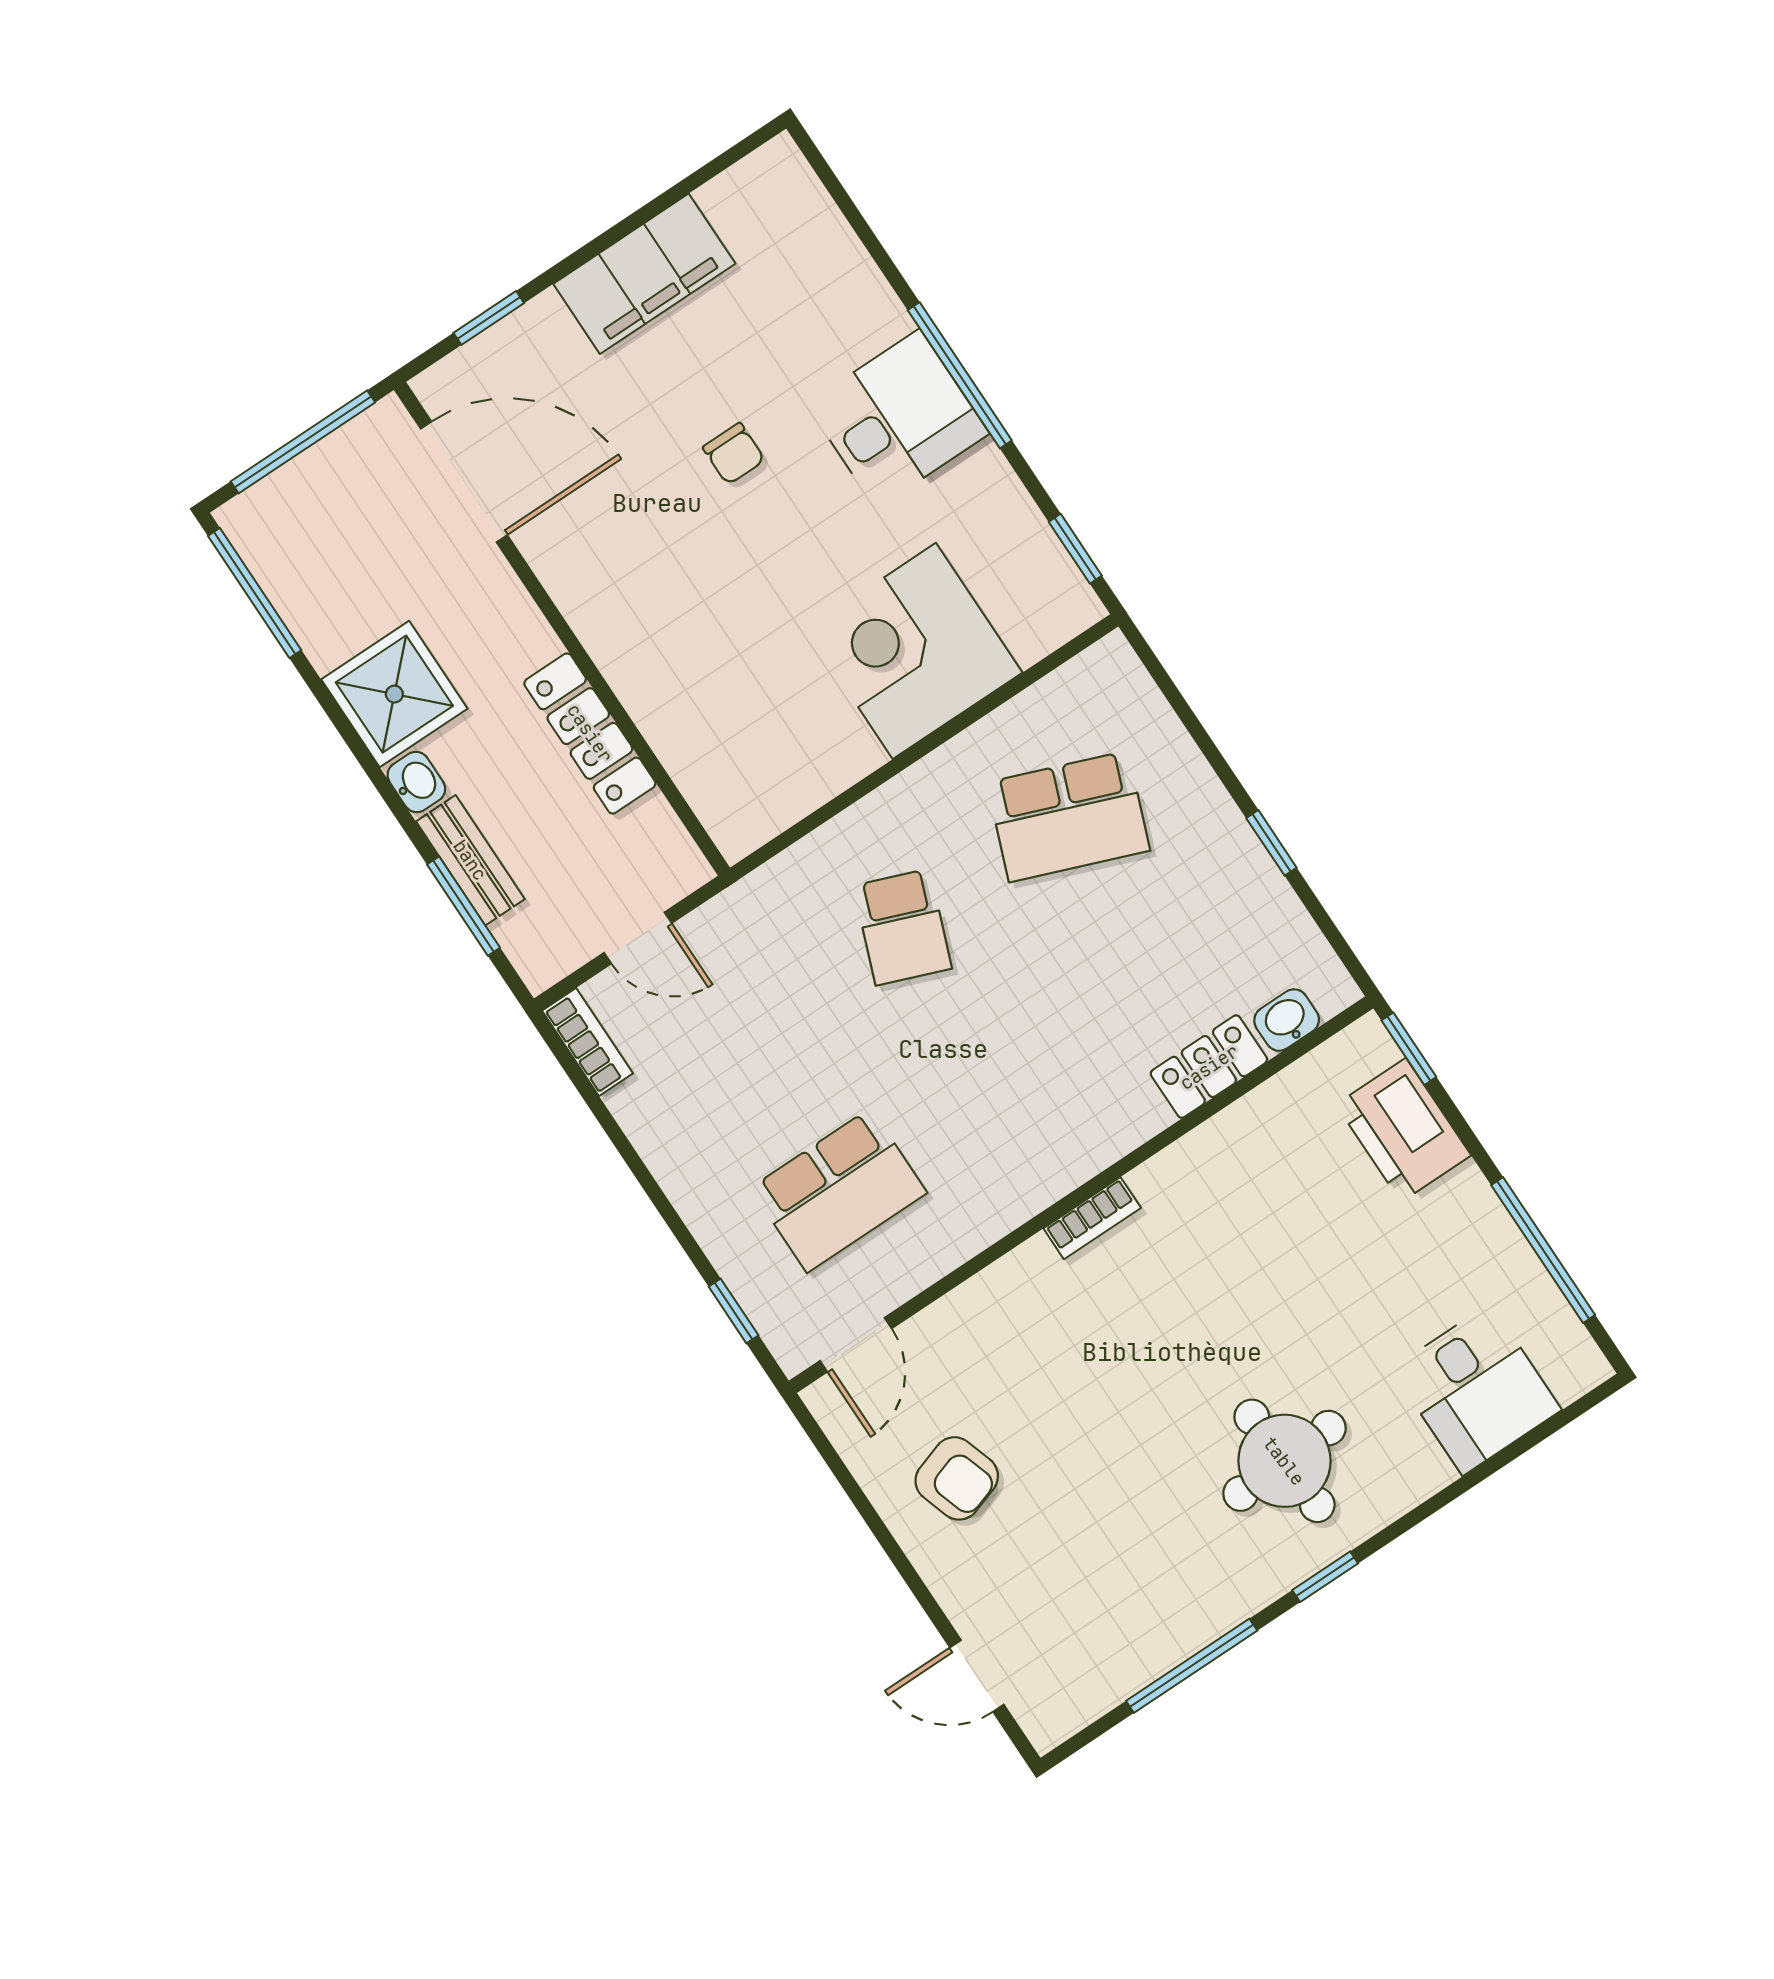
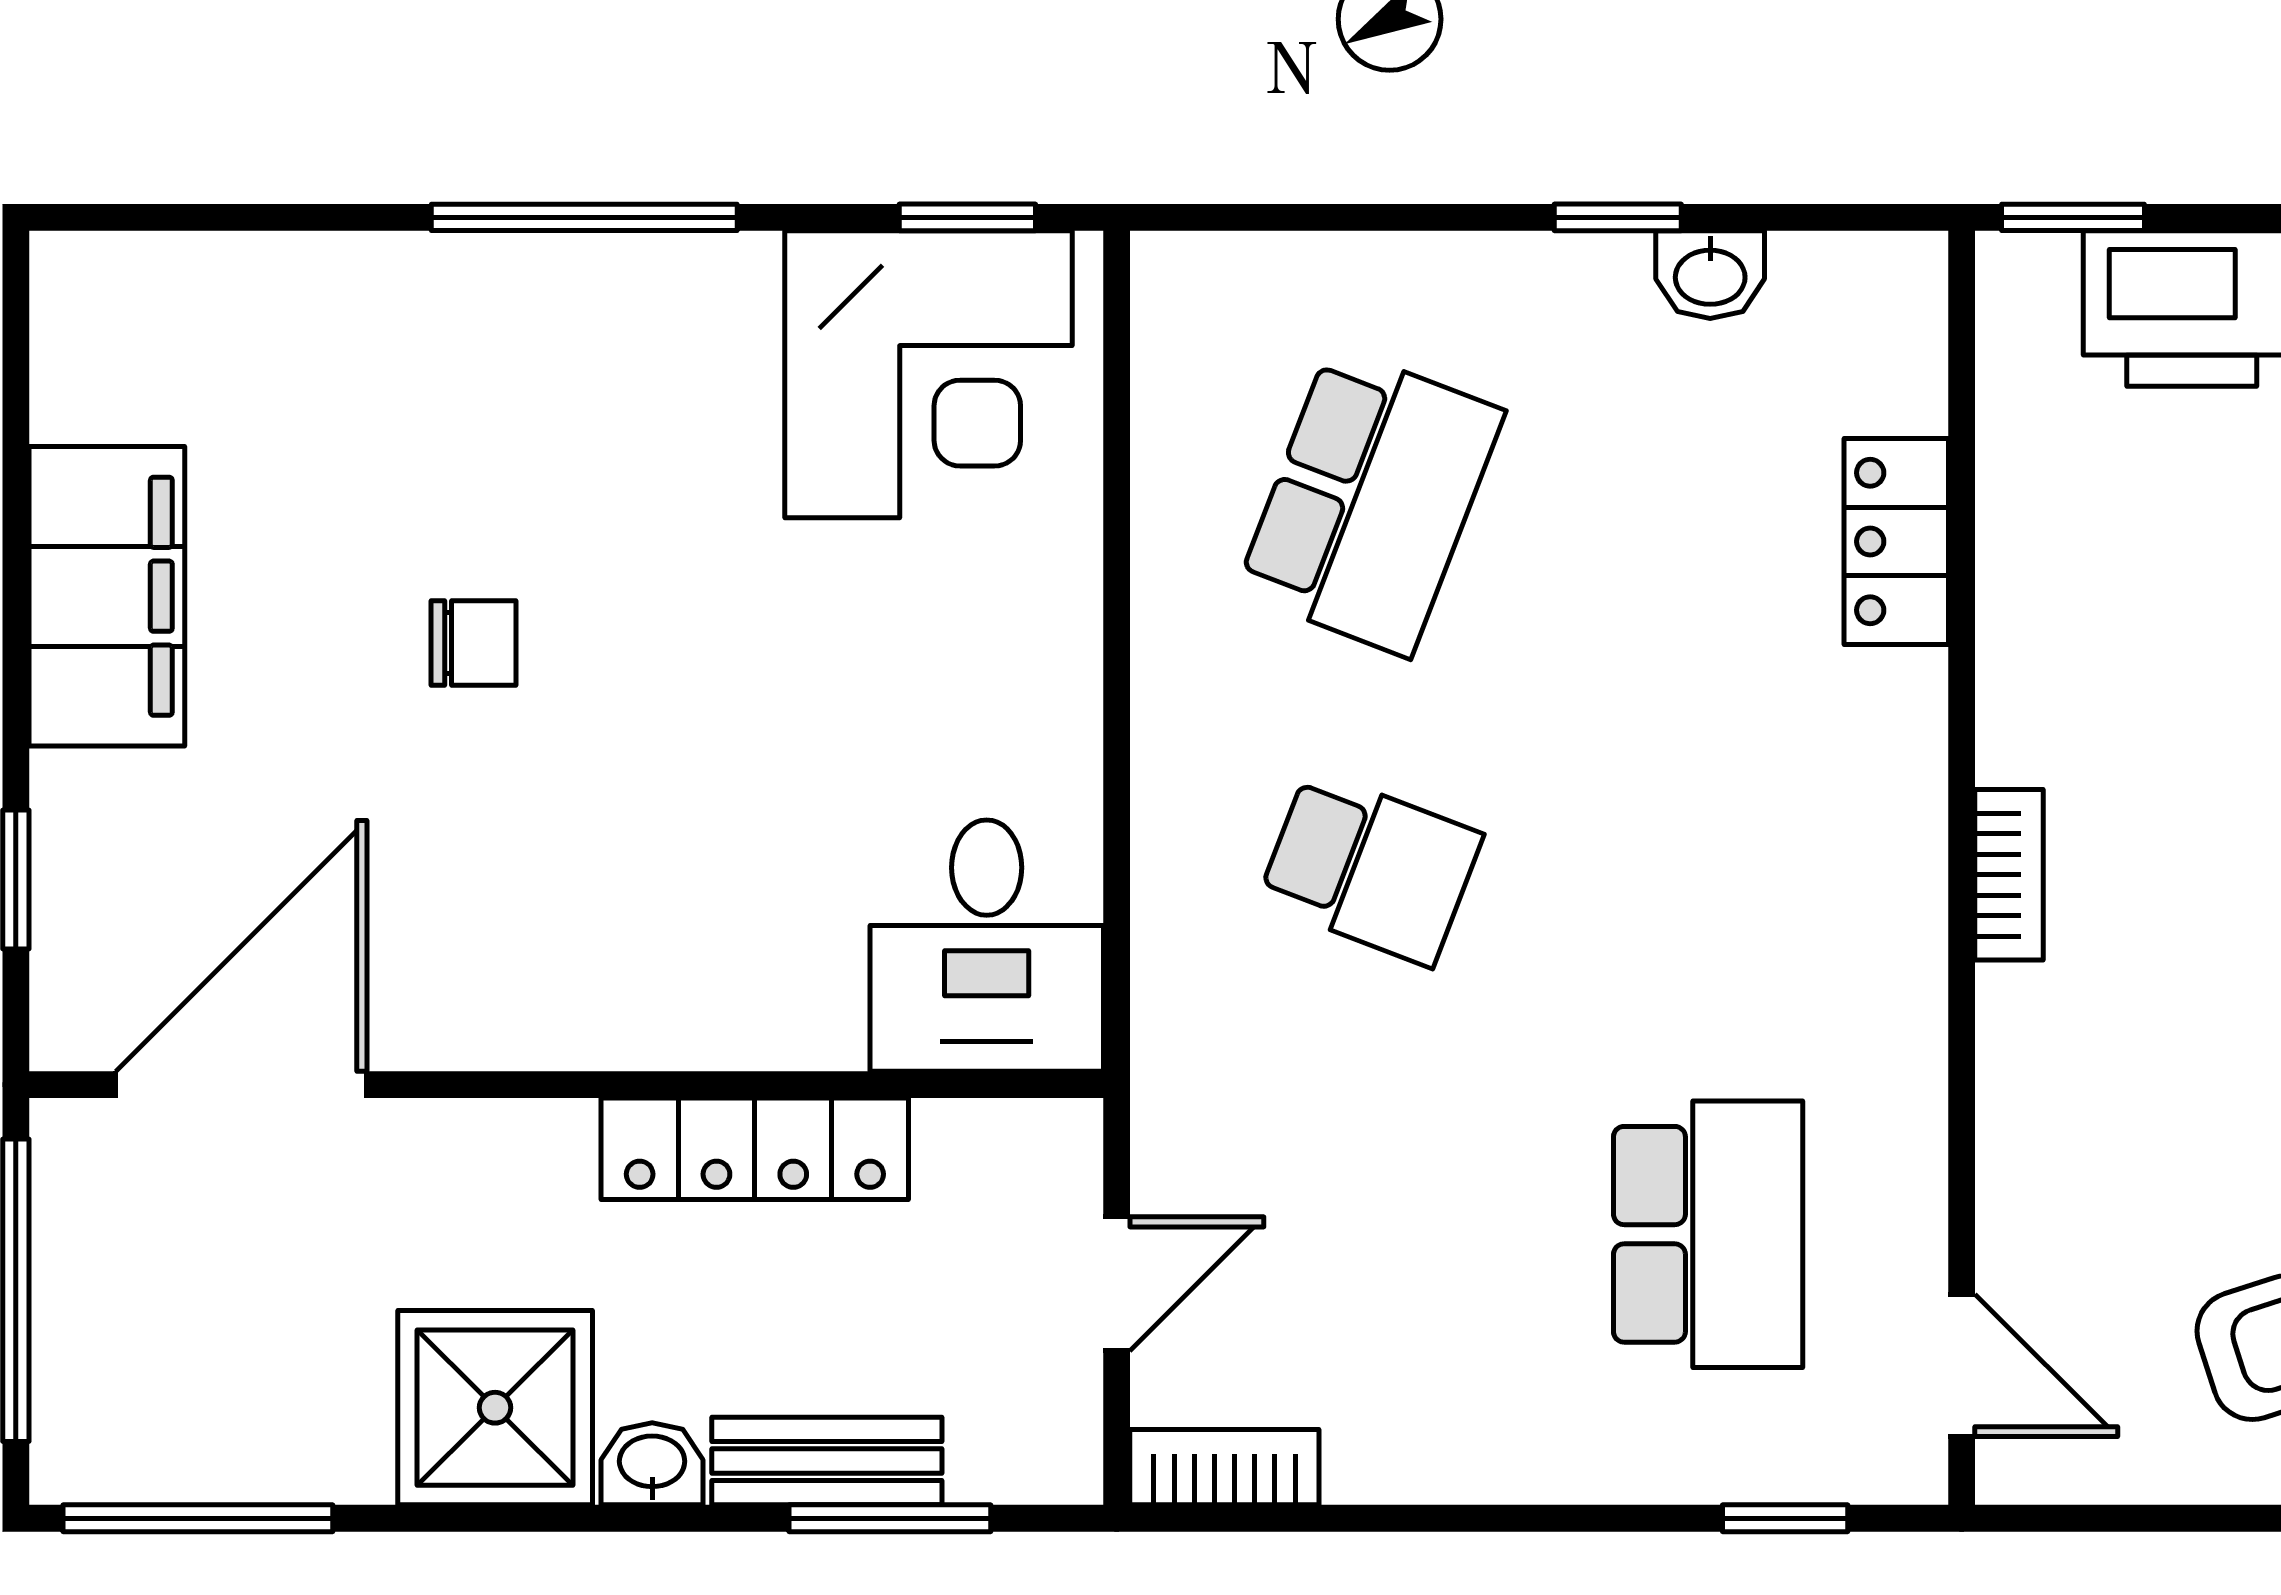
desk: (898, 419) -> (987, 946), moved, turned 180
corner desk: (914, 651) -> (928, 374), moved, turned -90
washbasin: (1287, 1020) -> (1710, 275), moved, turned -90

